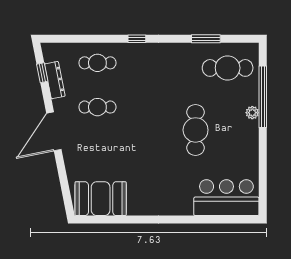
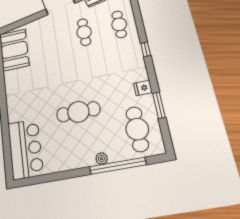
fridge: (183, 52) -> (143, 88), added

